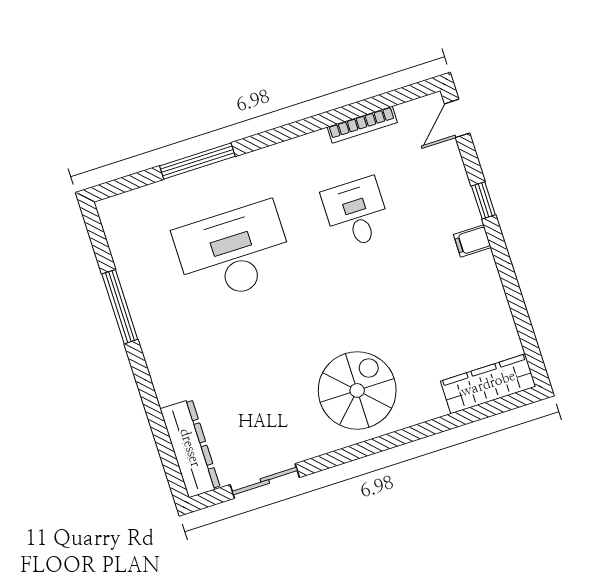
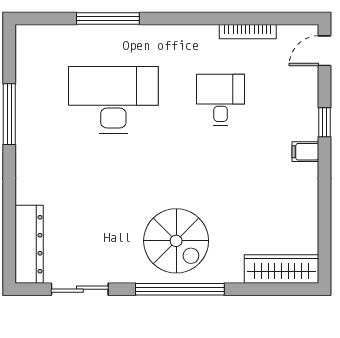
spiral stairs: (357, 390) -> (176, 241), turned 90
window: (379, 444) -> (180, 289), added

